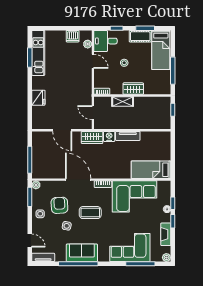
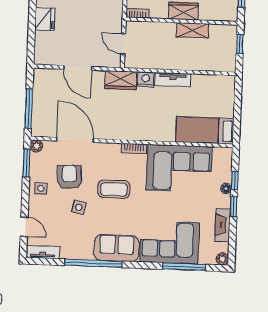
shelving: (123, 101) -> (192, 30), moved
door: (78, 180) -> (75, 140), moved
sofa: (82, 253) -> (117, 248), moved

